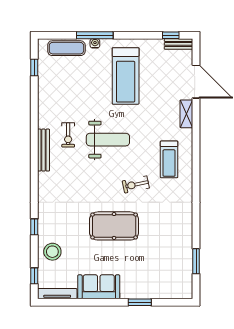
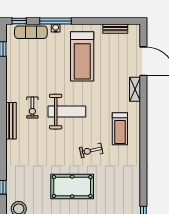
window: (171, 35) -> (19, 21), moved
bench: (178, 44) -> (115, 29), moved

